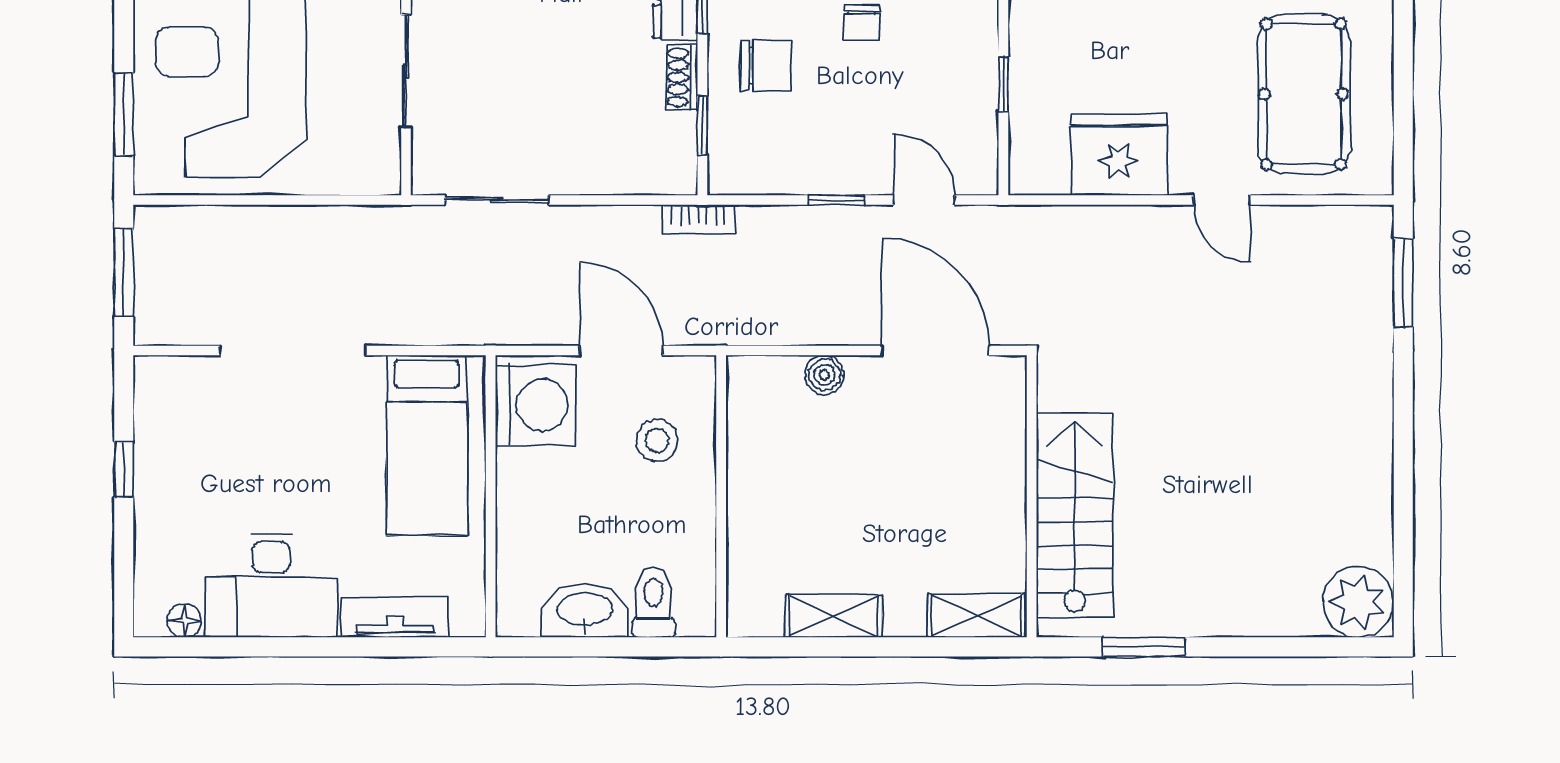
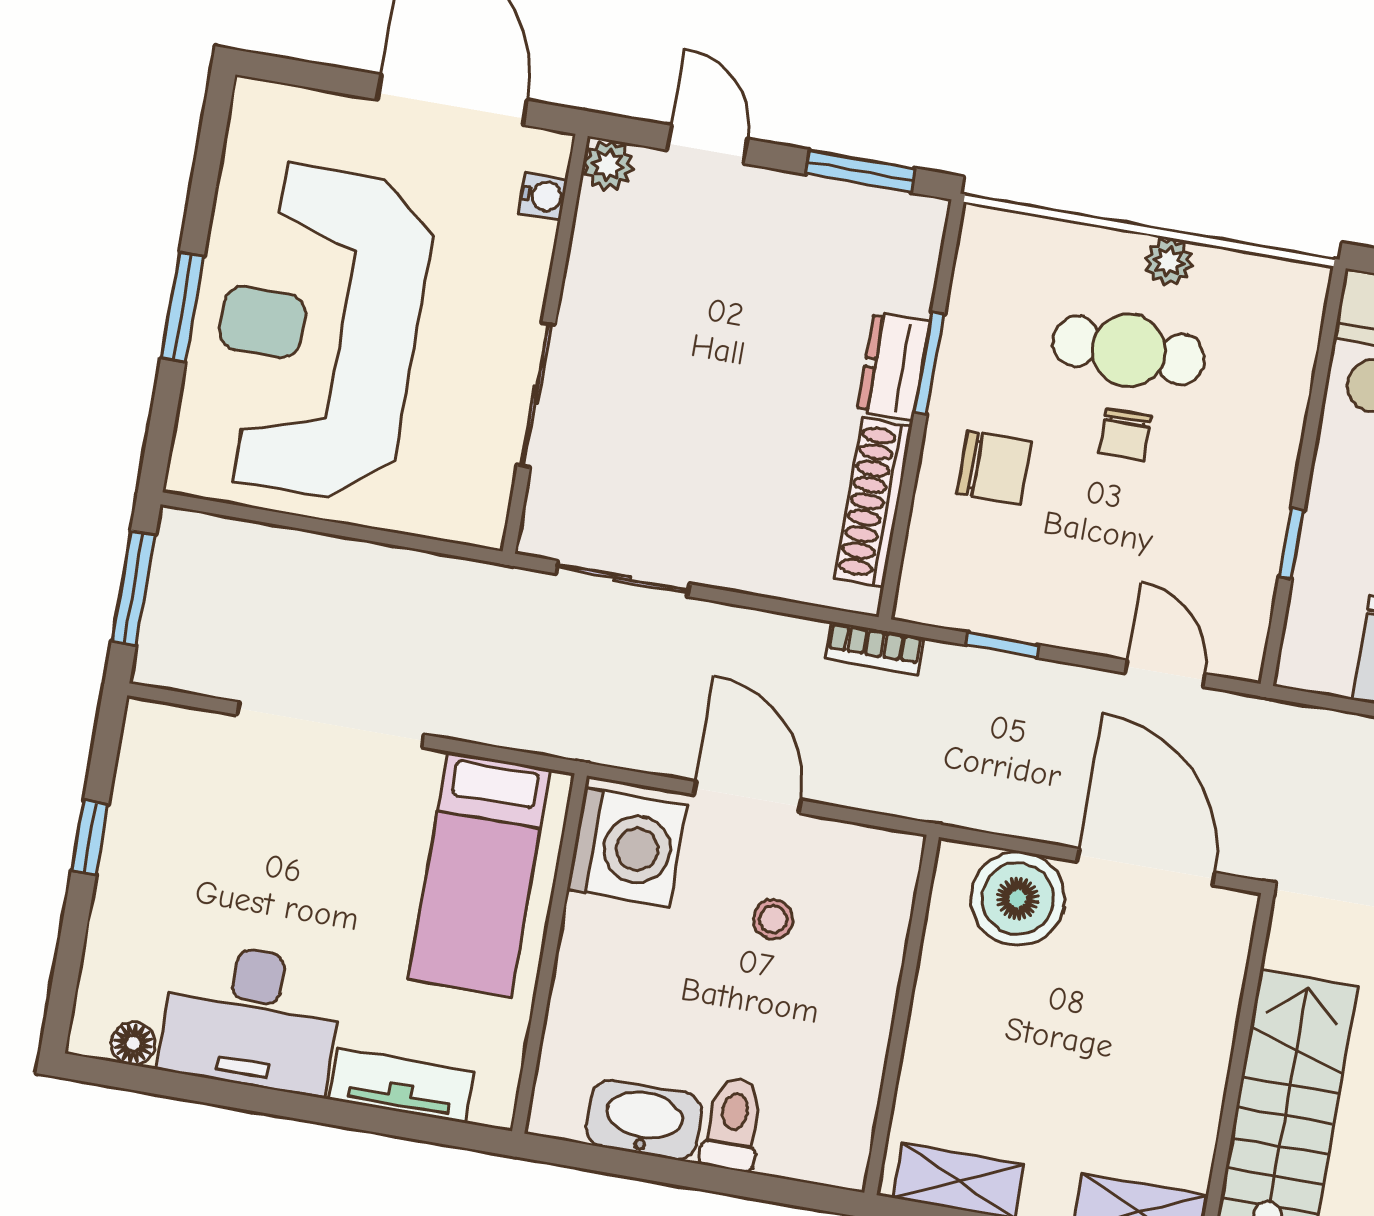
shoe rack: (682, 77) -> (873, 502), width x1.94, depth x1.24
window: (124, 114) -> (183, 307), moved
window: (702, 125) -> (900, 530), removed
window: (836, 200) -> (1002, 645), moved
boiler: (824, 375) -> (1018, 898), width x1.86, depth x1.86
stool: (657, 440) -> (773, 919), width x0.73, depth x0.73
wall: (721, 496) -> (902, 1015), moved

